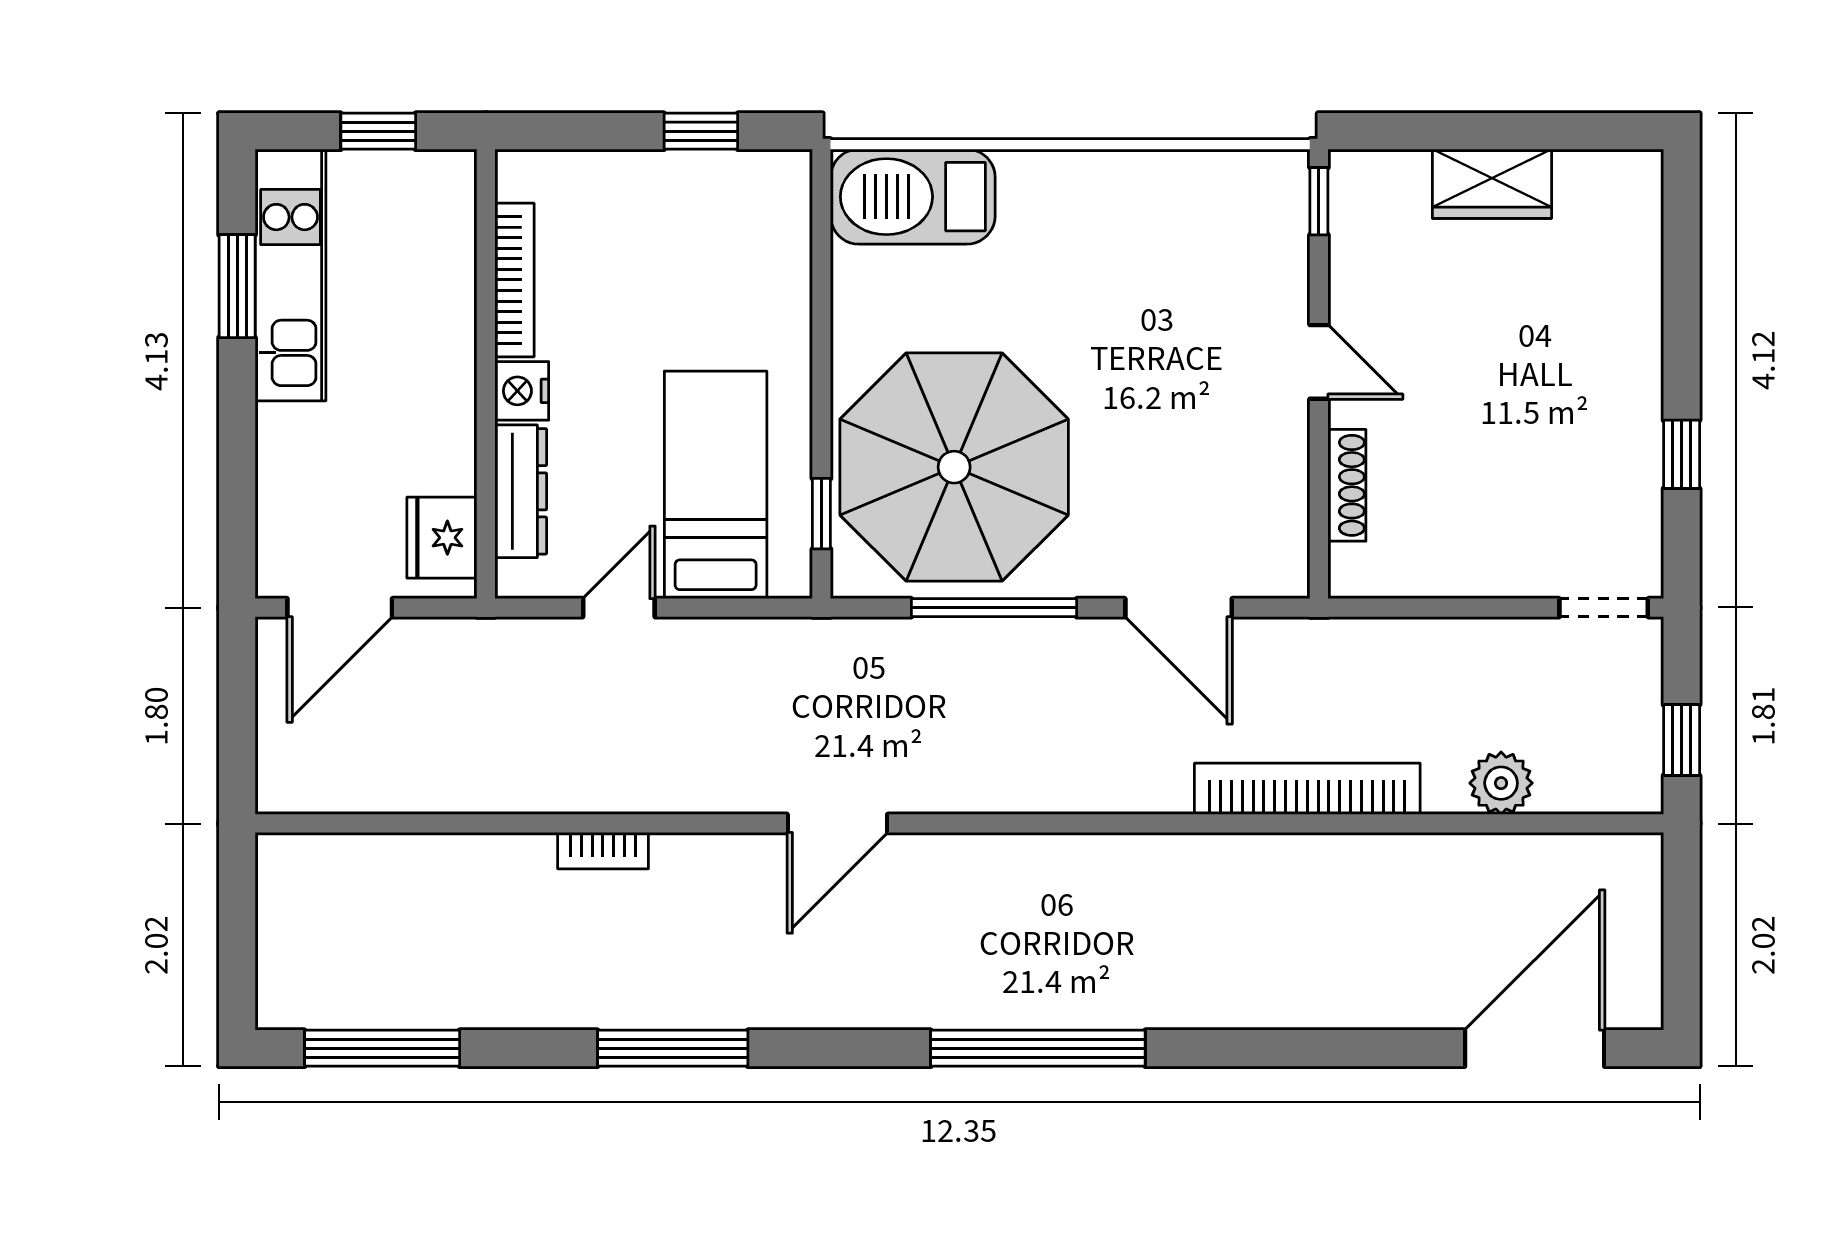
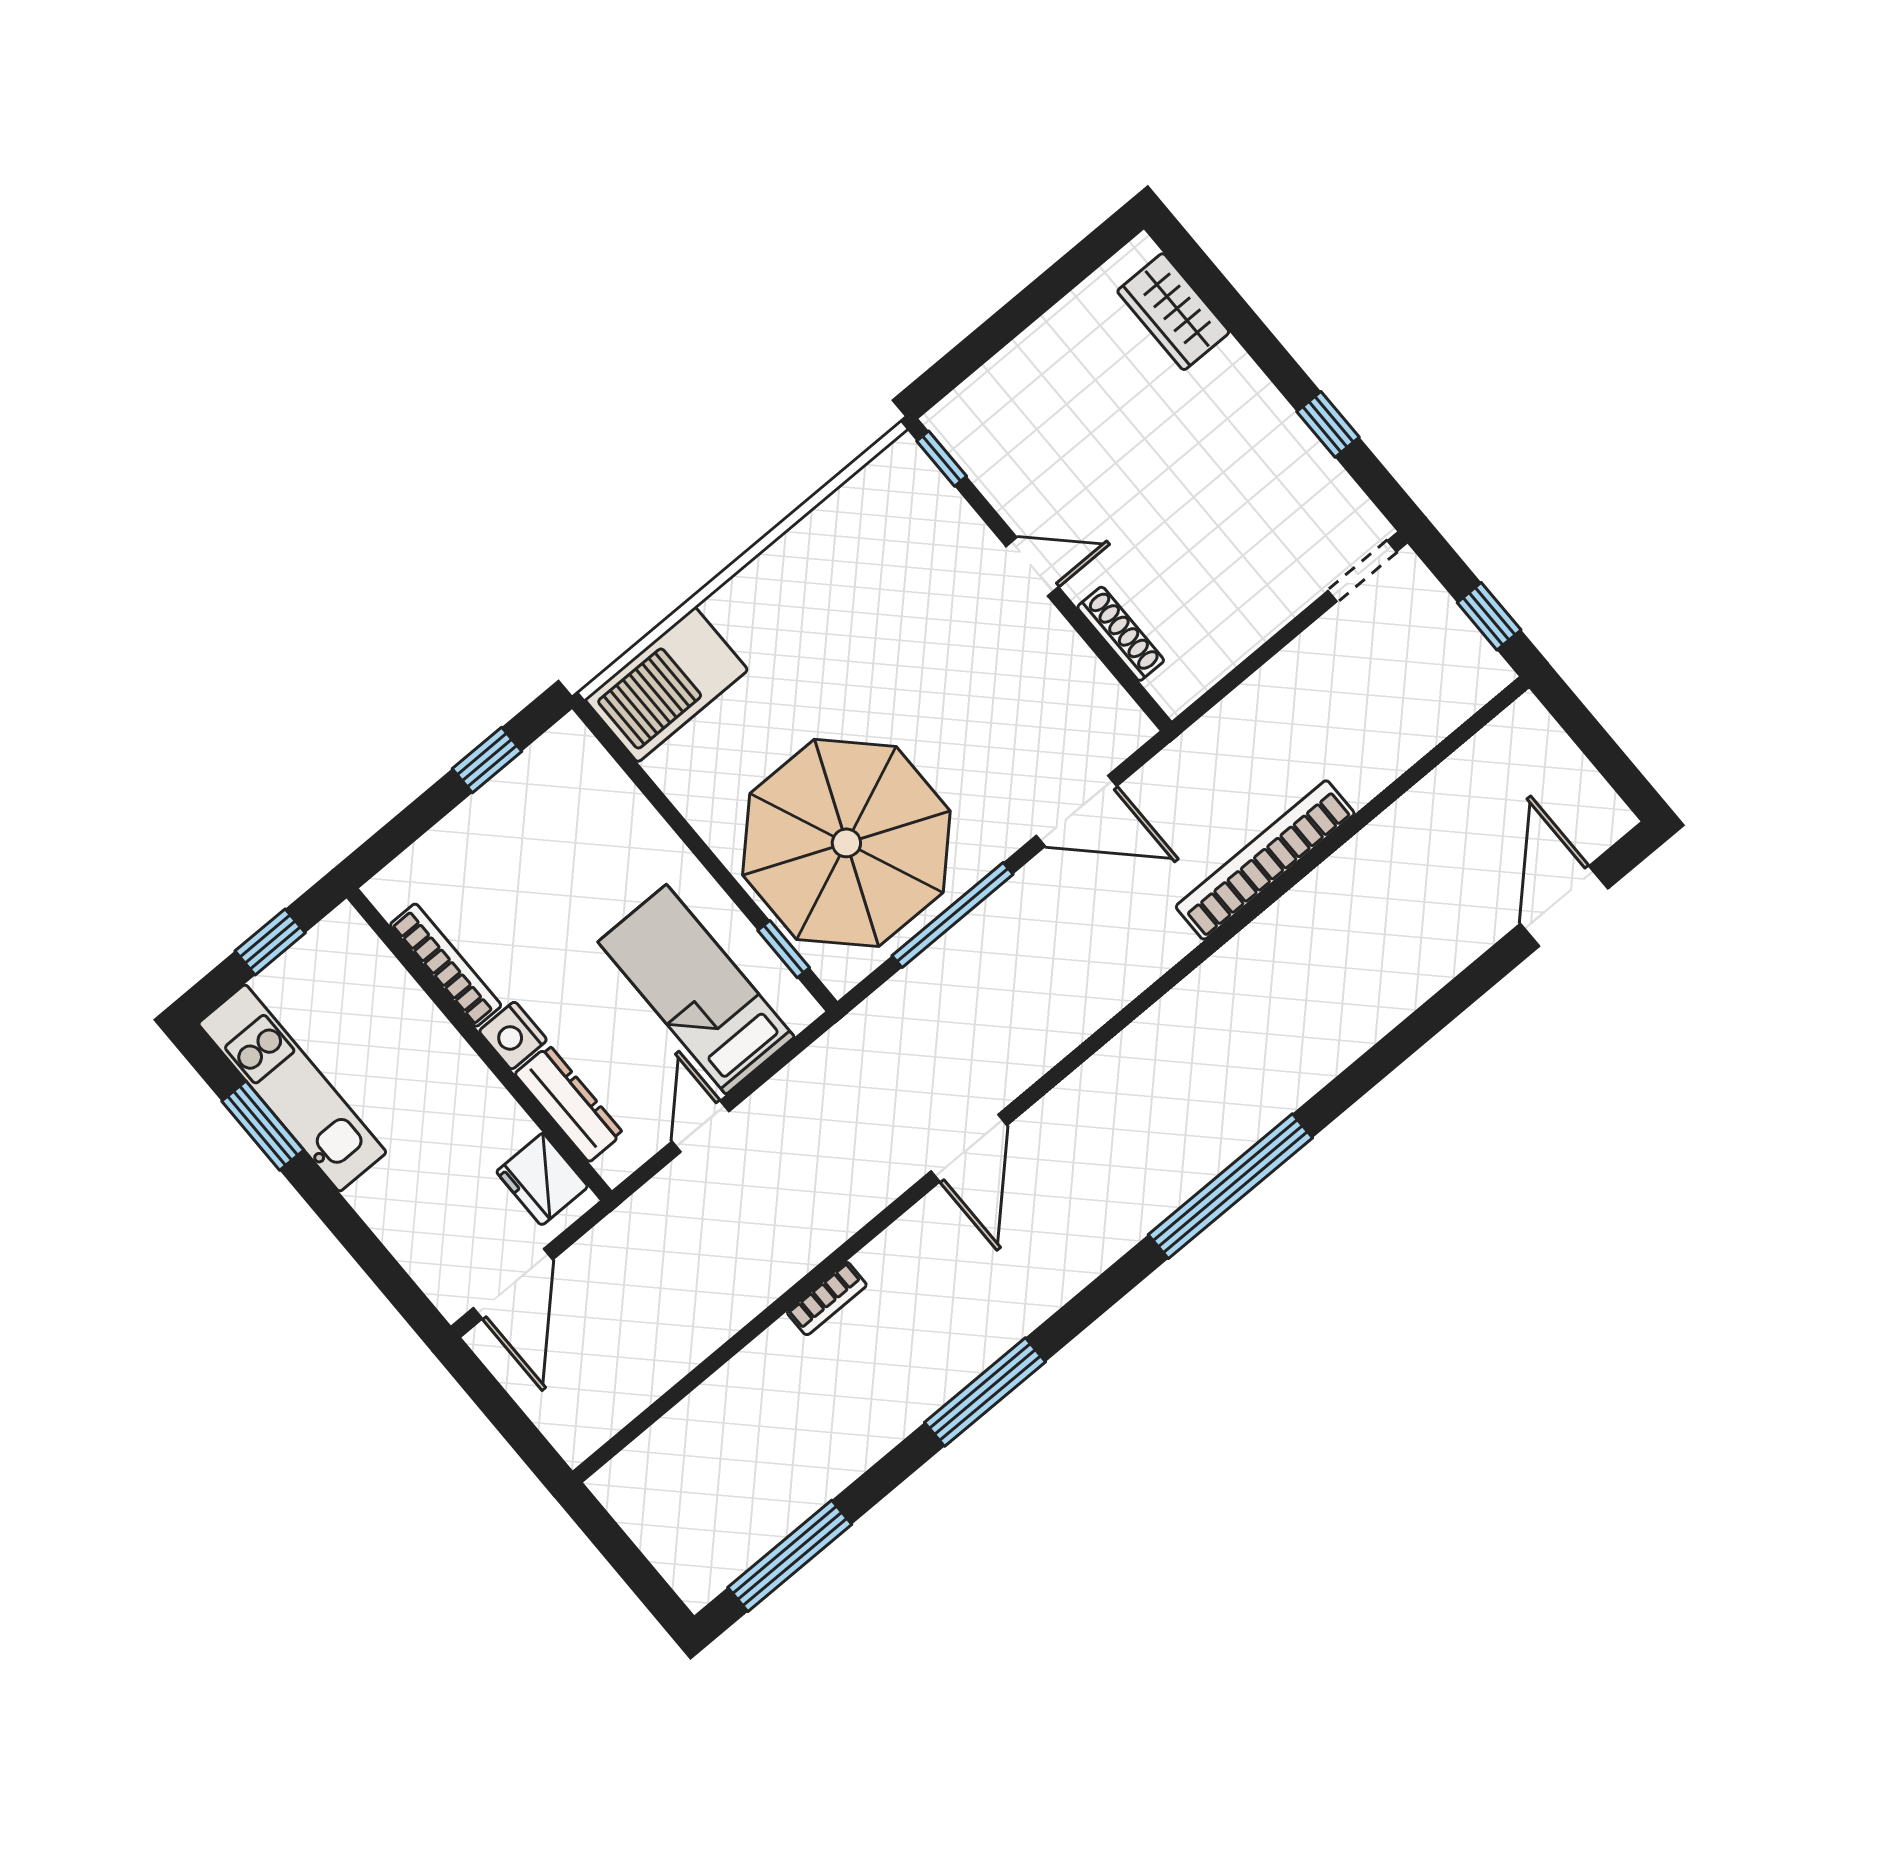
wardrobe: (1492, 184) -> (1173, 312), moved, turned 90
plant: (1501, 783) -> (1392, 747), removed
door: (1535, 1048) -> (1564, 906), width x0.73

